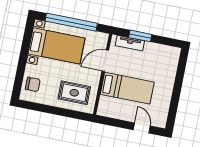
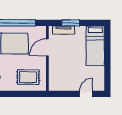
bed: (127, 88) -> (95, 46), moved, turned 90
door: (142, 128) -> (86, 94), hinge flipped

